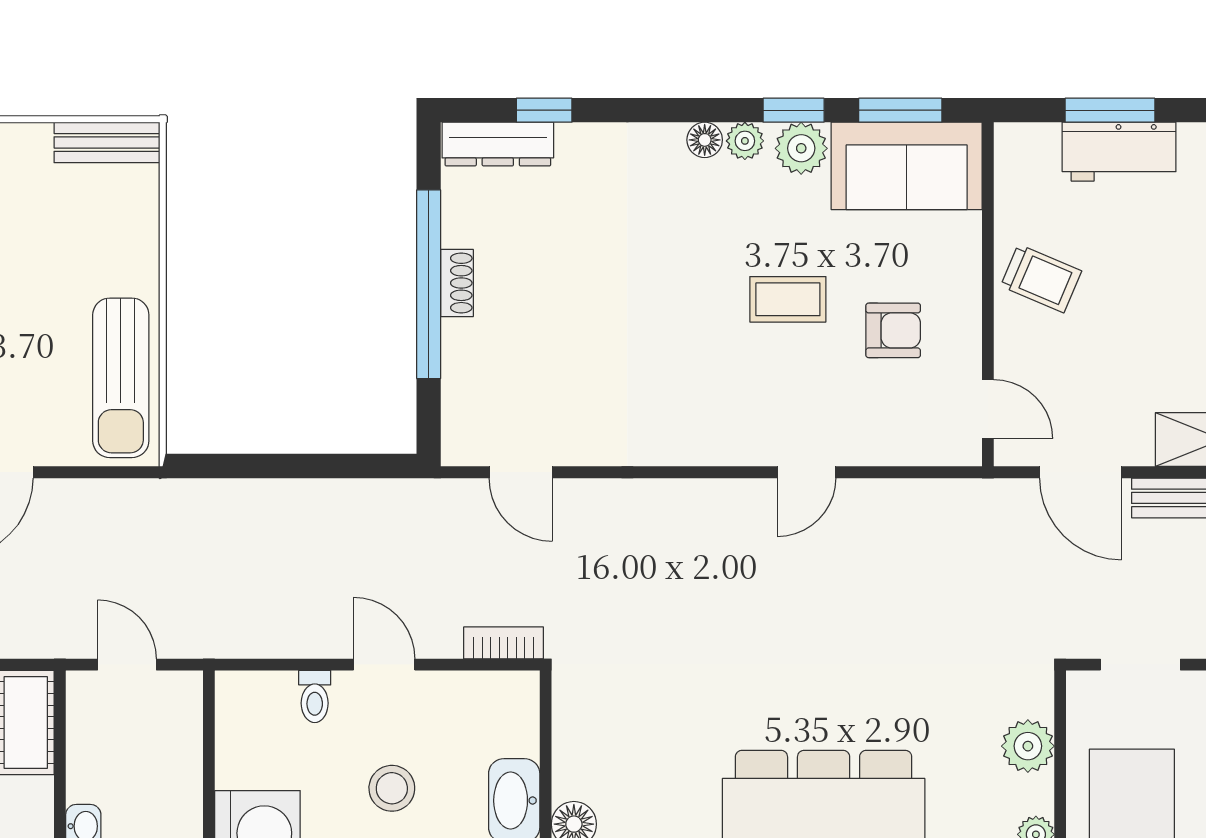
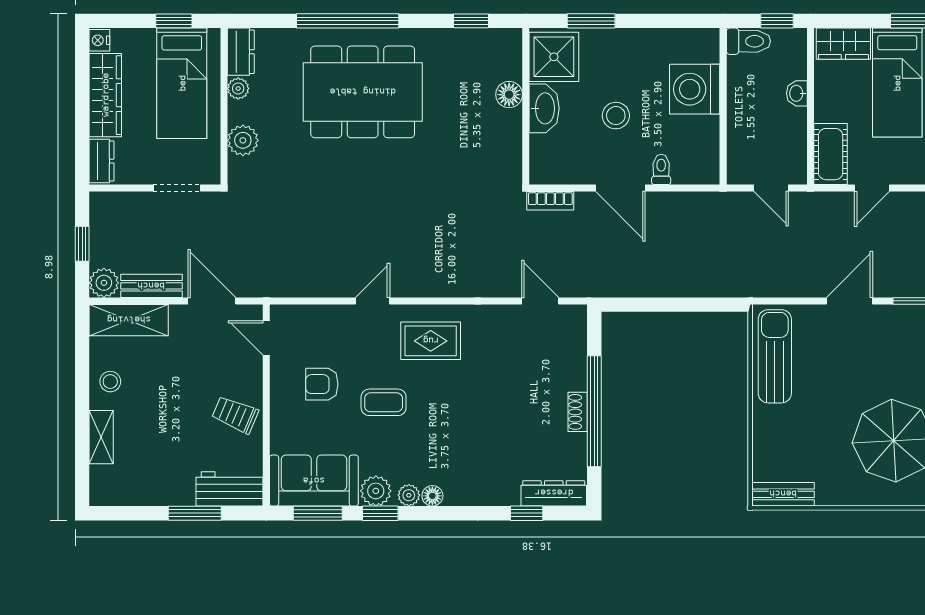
workbench: (1119, 152) -> (230, 489), moved
rug: (708, 404) -> (431, 341), added
door: (384, 665) -> (620, 188), width x1.37

